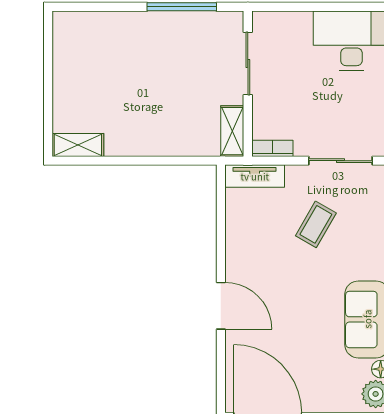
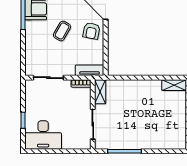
coffee table: (316, 224) -> (62, 31), moved
armchair: (251, 258) -> (91, 31), added

